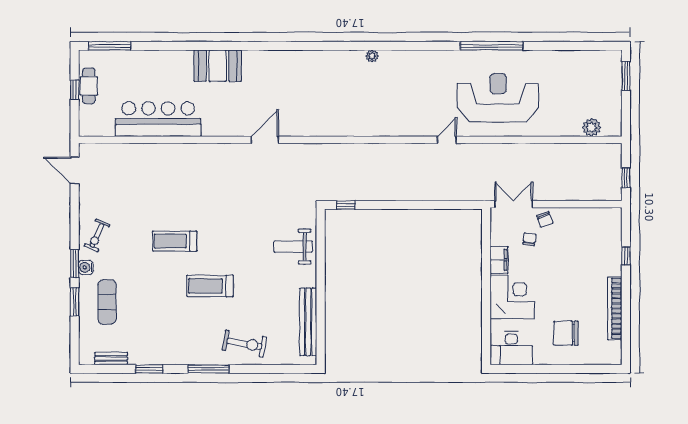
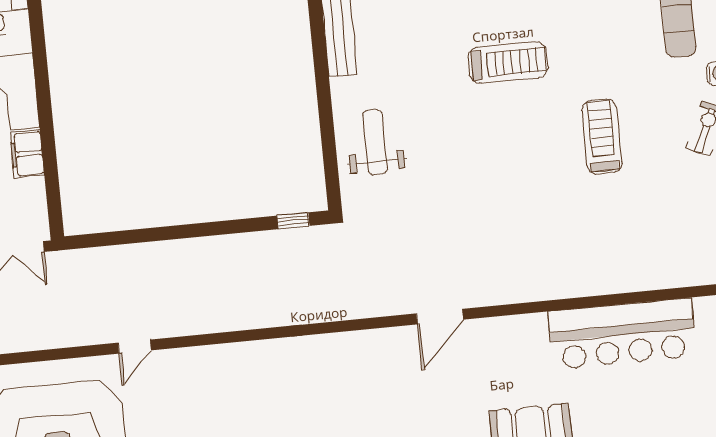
treadmill: (175, 241) -> (602, 137), moved, turned -90
weight bench: (293, 247) -> (375, 142), turned -90

